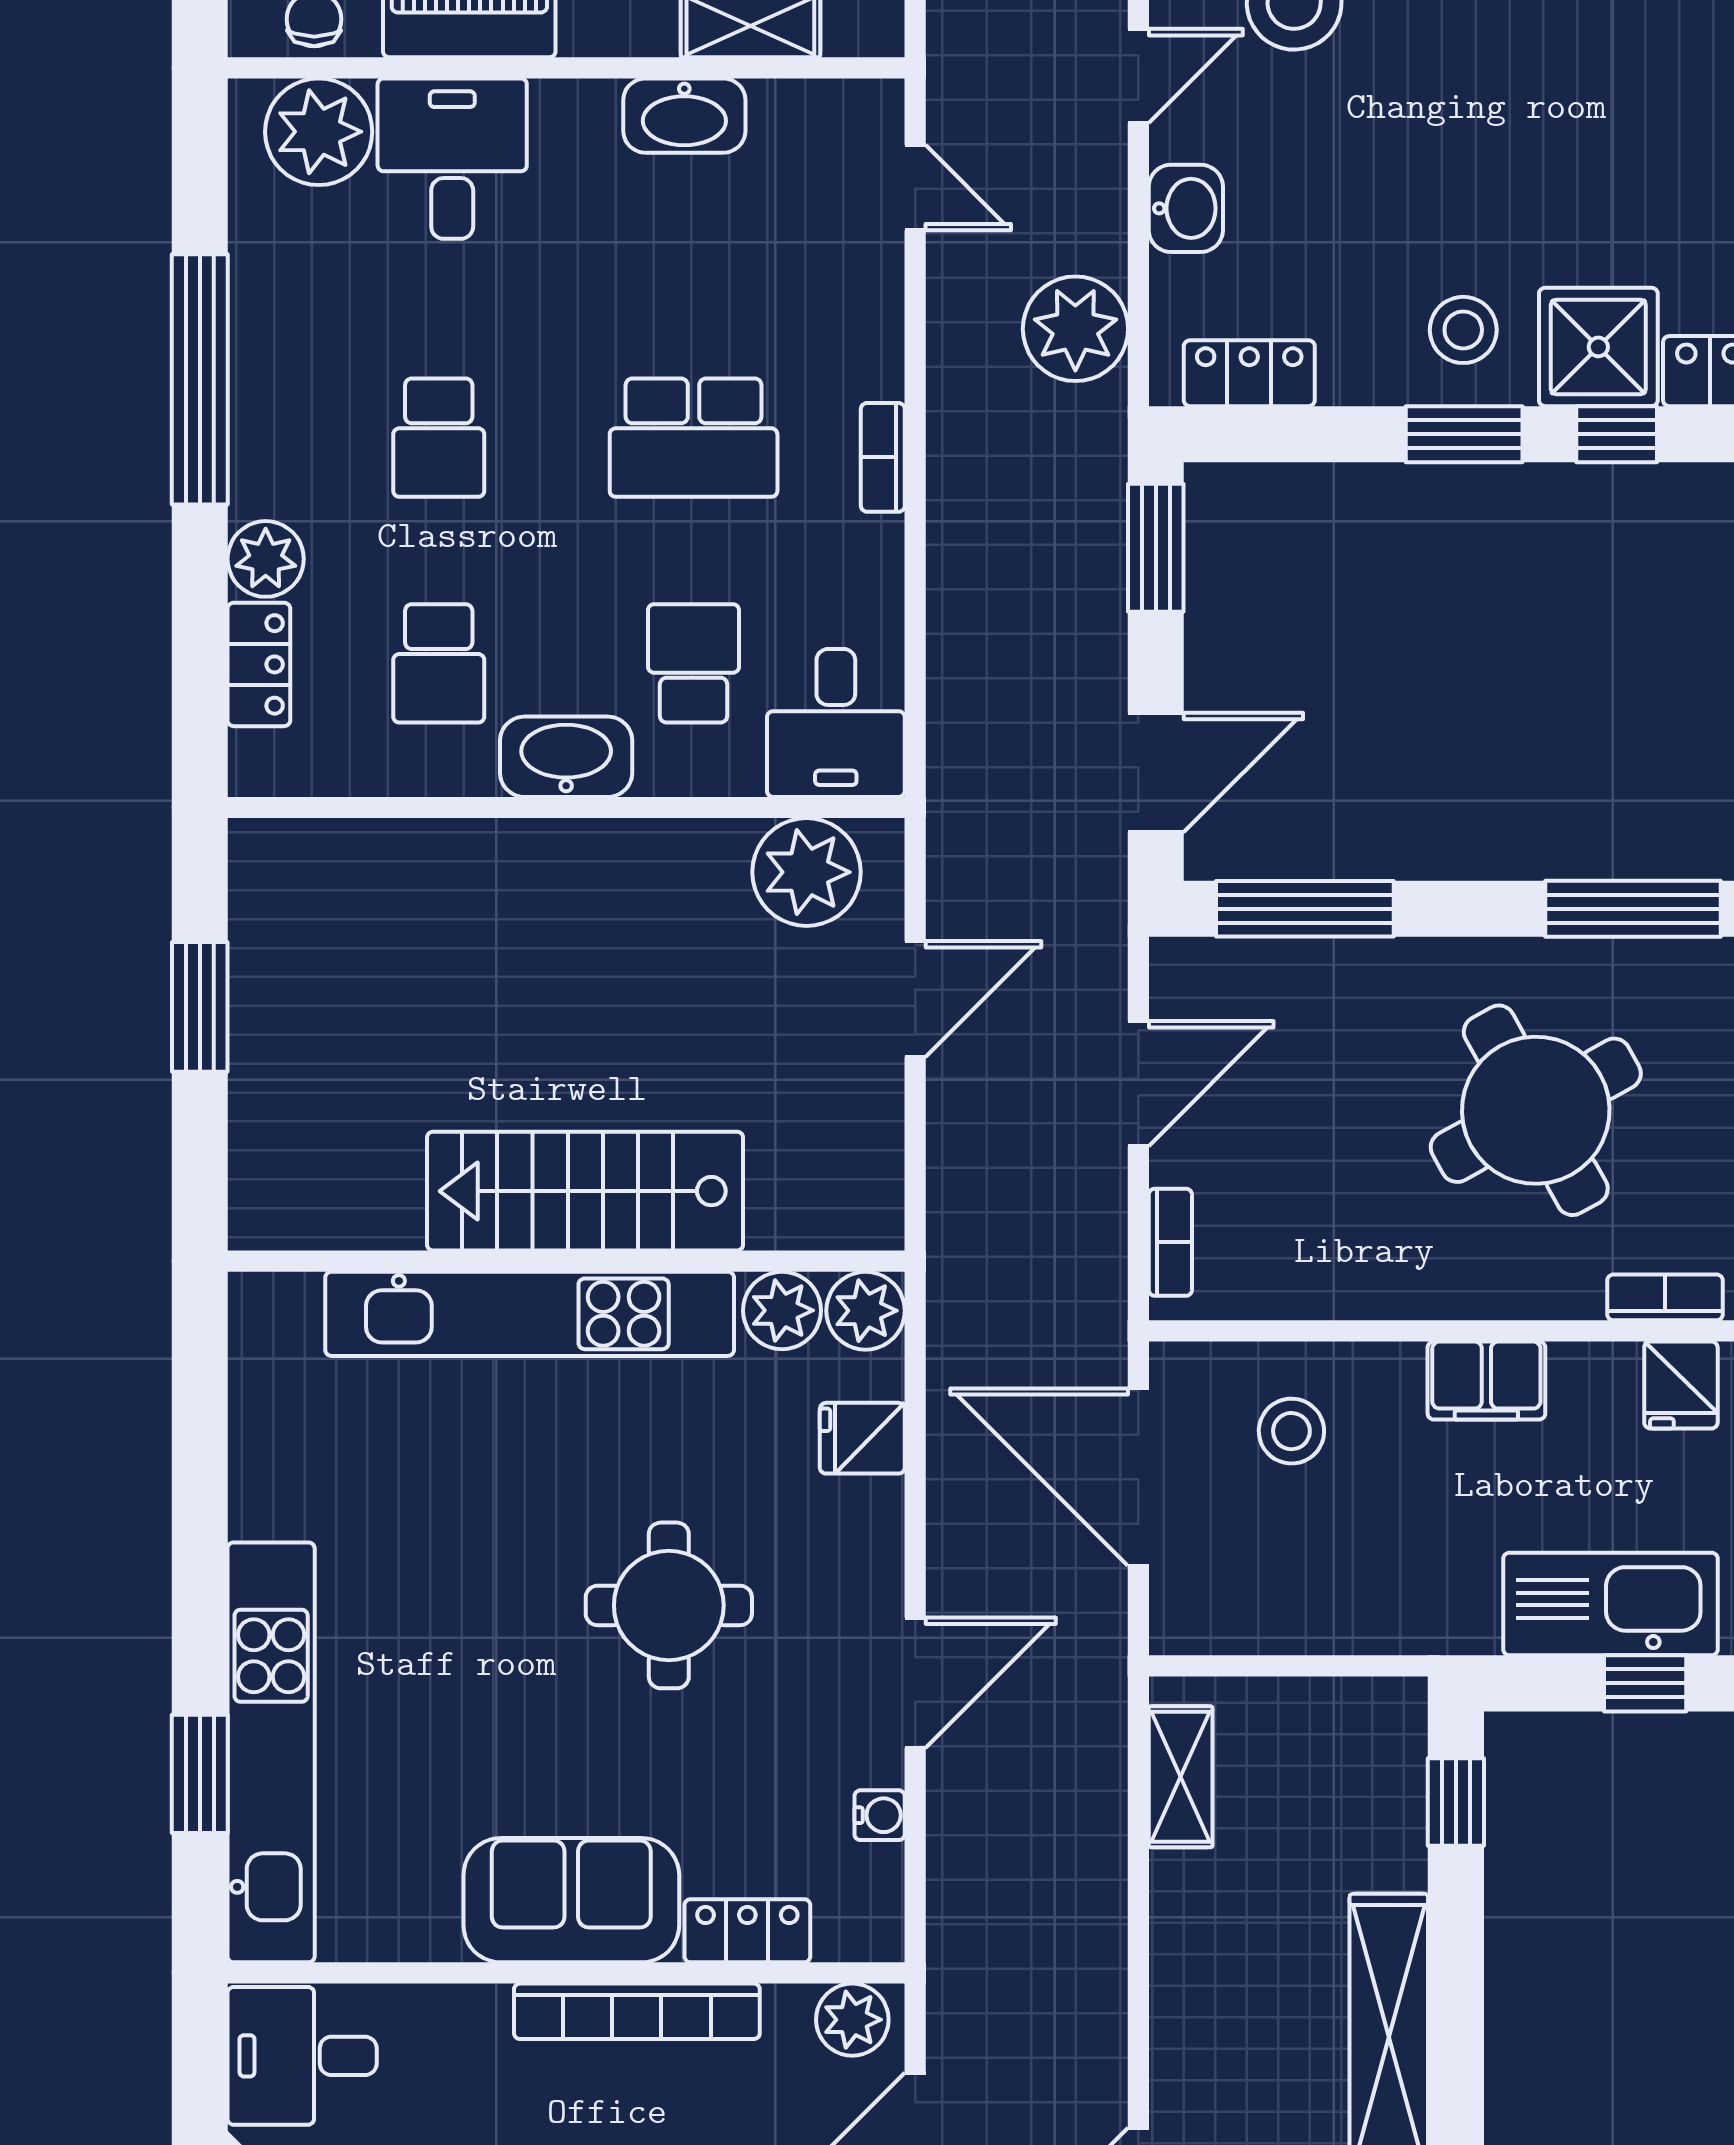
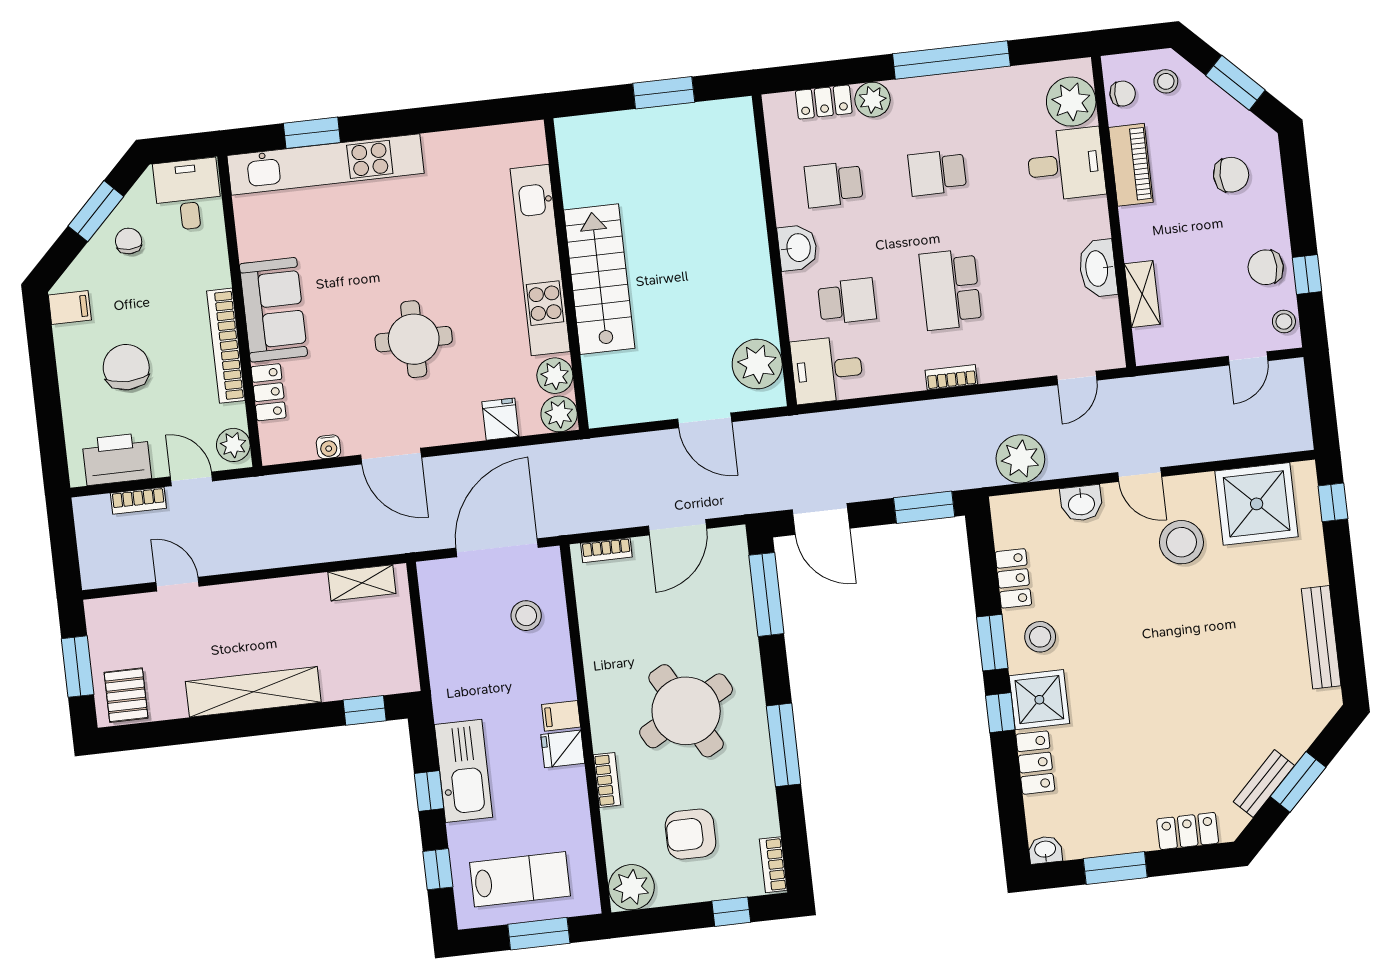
locker: (1249, 373) -> (1013, 578), moved
washbasin: (566, 757) -> (797, 248), width x0.72
door: (1138, 1084) -> (678, 527), hinge flipped
filing cabinet: (1486, 1381) -> (561, 716), width x0.50
fridge: (1681, 1385) -> (563, 749), moved

